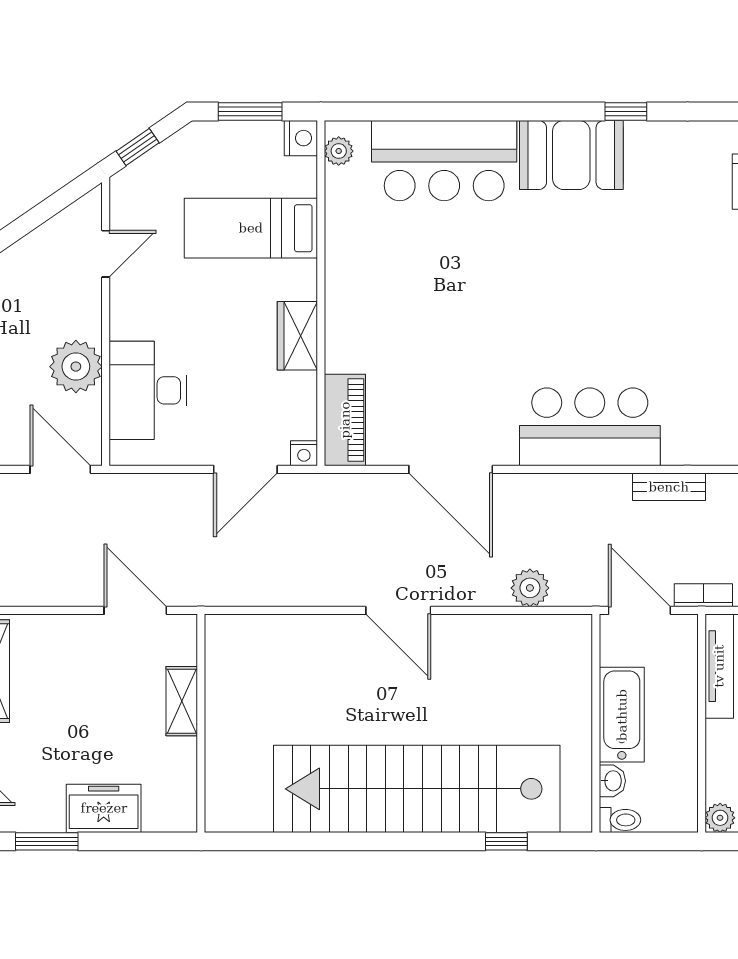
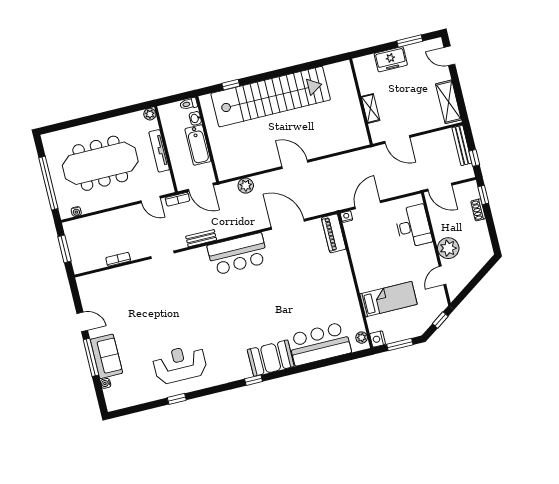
wardrobe: (297, 336) -> (360, 262), removed
plant: (76, 367) -> (448, 248), moved
tv unit: (719, 666) -> (159, 151), moved

